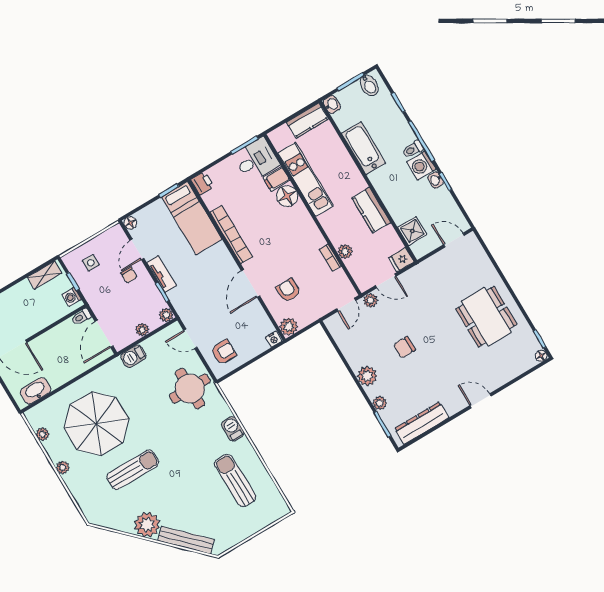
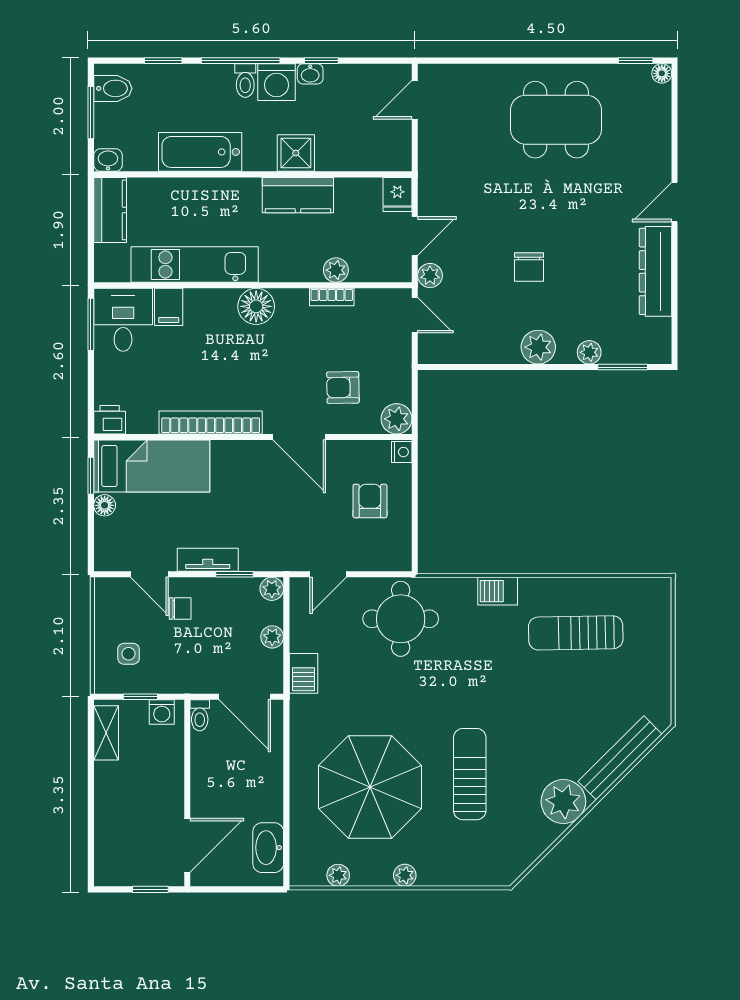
floor lamp: (287, 196) -> (256, 306), moved
floor lamp: (130, 223) -> (105, 505), moved
shower: (412, 231) -> (296, 153), moved
armchair: (224, 352) -> (370, 501), moved
dresser: (422, 423) -> (656, 271), moved

